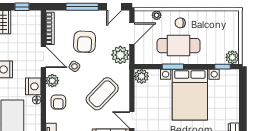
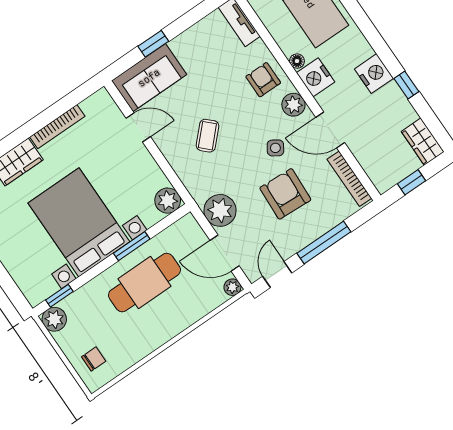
plant: (157, 15) -> (232, 287), moved
chair: (180, 23) -> (94, 359), moved
door: (132, 34) -> (225, 253), hinge flipped
coffee table: (102, 94) -> (207, 136), width x0.54, depth x0.58

